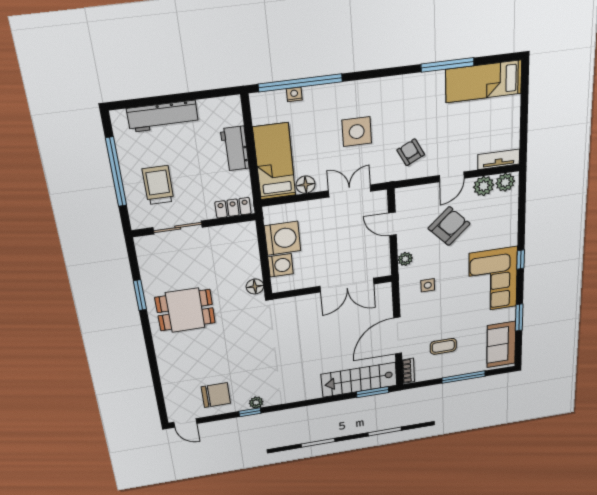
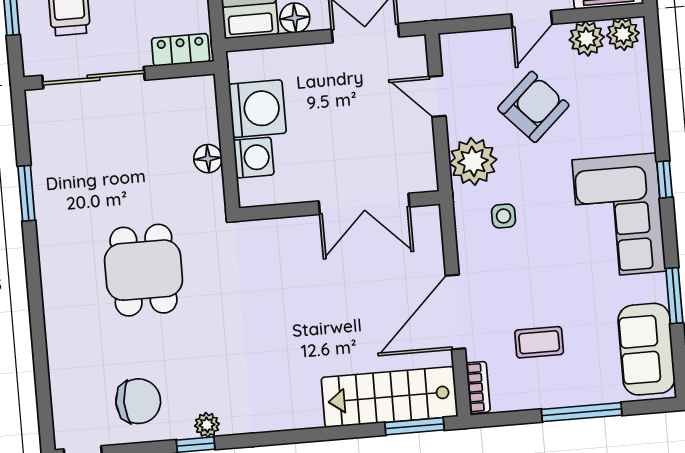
sliding door: (178, 227) -> (94, 78), width x1.37
plant: (405, 259) -> (473, 161), width x1.88, depth x1.88
floor lamp: (255, 287) -> (208, 159), moved
dining table: (185, 310) -> (144, 270), moved, turned 90

